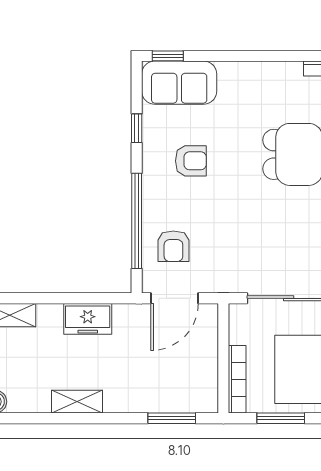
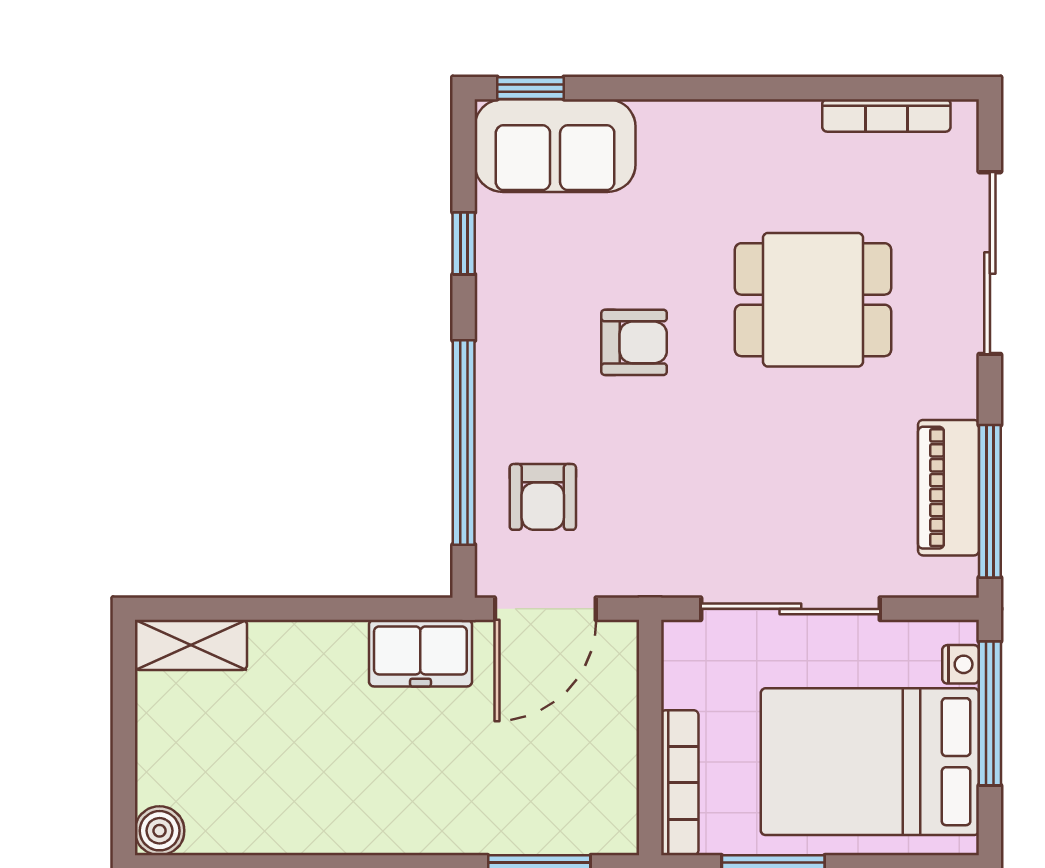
armchair: (191, 161) -> (634, 342), moved
freezer: (88, 319) -> (420, 653), moved
shelving: (77, 402) -> (335, 831), removed

